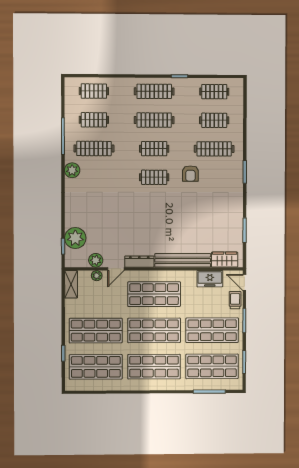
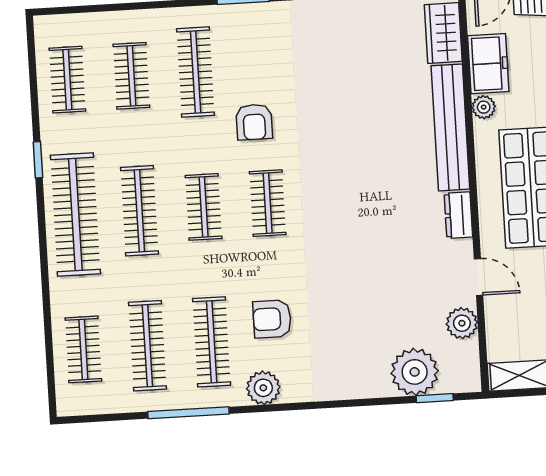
clothes rail: (154, 91) -> (75, 215), width x1.37, depth x1.31
clothes rail: (94, 120) -> (147, 346), width x1.36
armchair: (190, 174) -> (254, 122), turned 90
armchair: (103, 176) -> (272, 319), added
dresser: (139, 262) -> (458, 215), width x0.70
plant: (97, 276) -> (484, 107), moved

